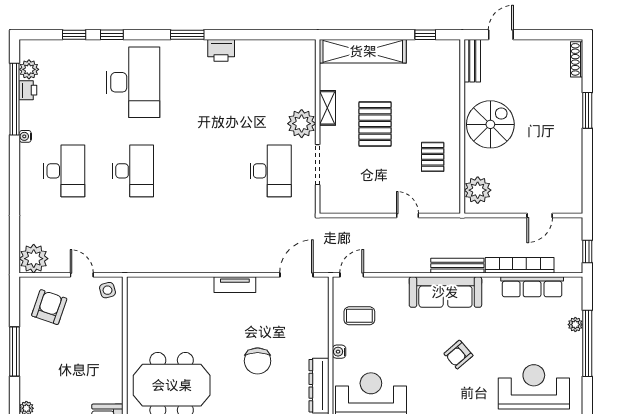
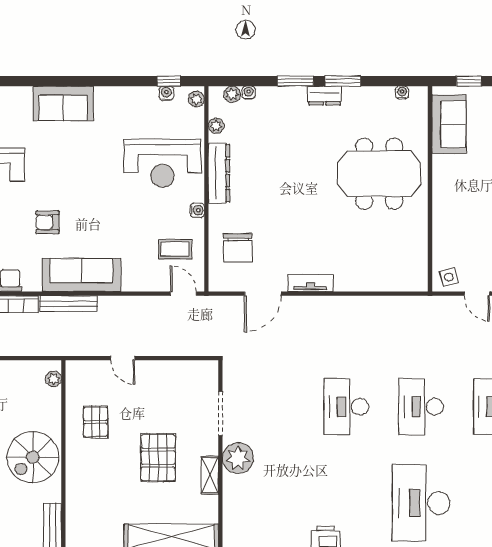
desk: (271, 171) -> (346, 407), moved
plant: (478, 190) -> (53, 379), width x0.53, depth x0.53
door: (297, 275) -> (263, 294), moved
door: (352, 275) -> (183, 294), swing flipped
armchair: (458, 355) -> (48, 222), moved, turned -139
chair: (258, 361) -> (238, 248), moved, turned 180

